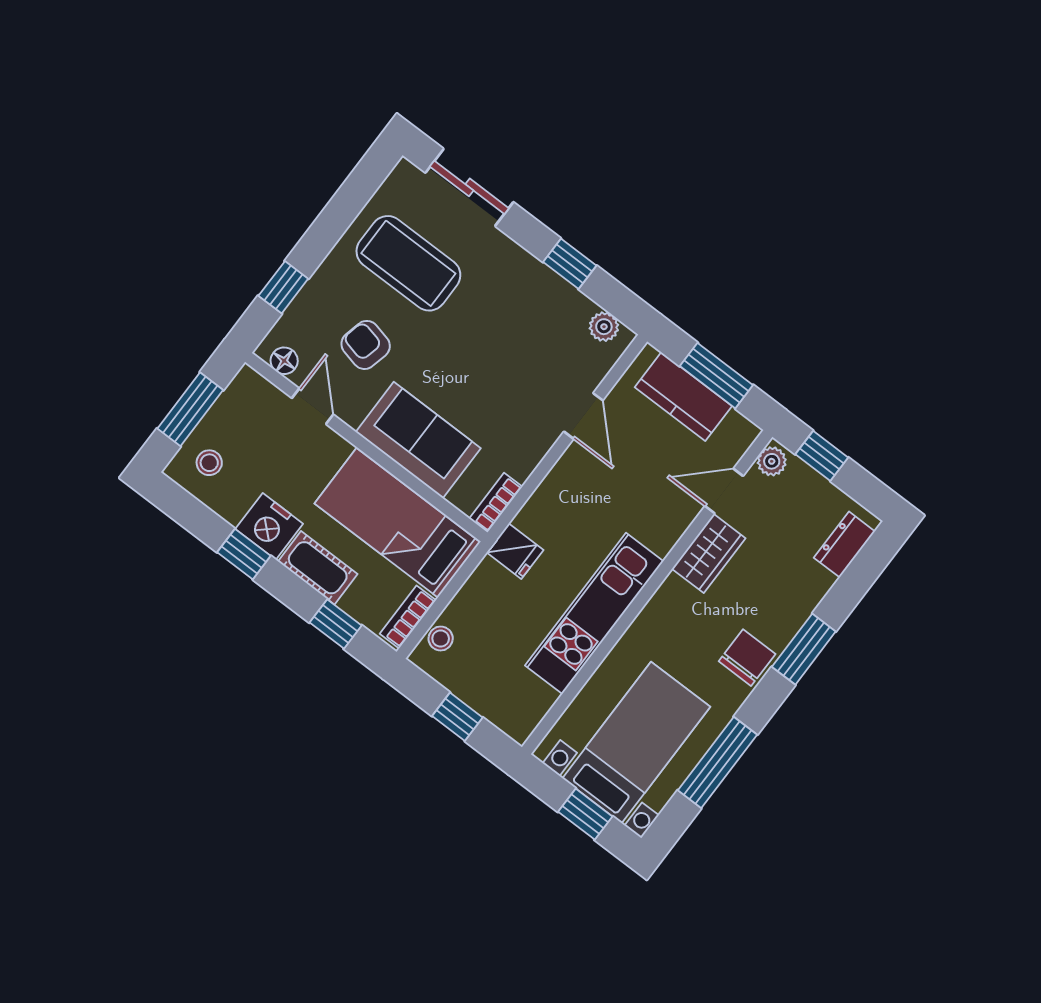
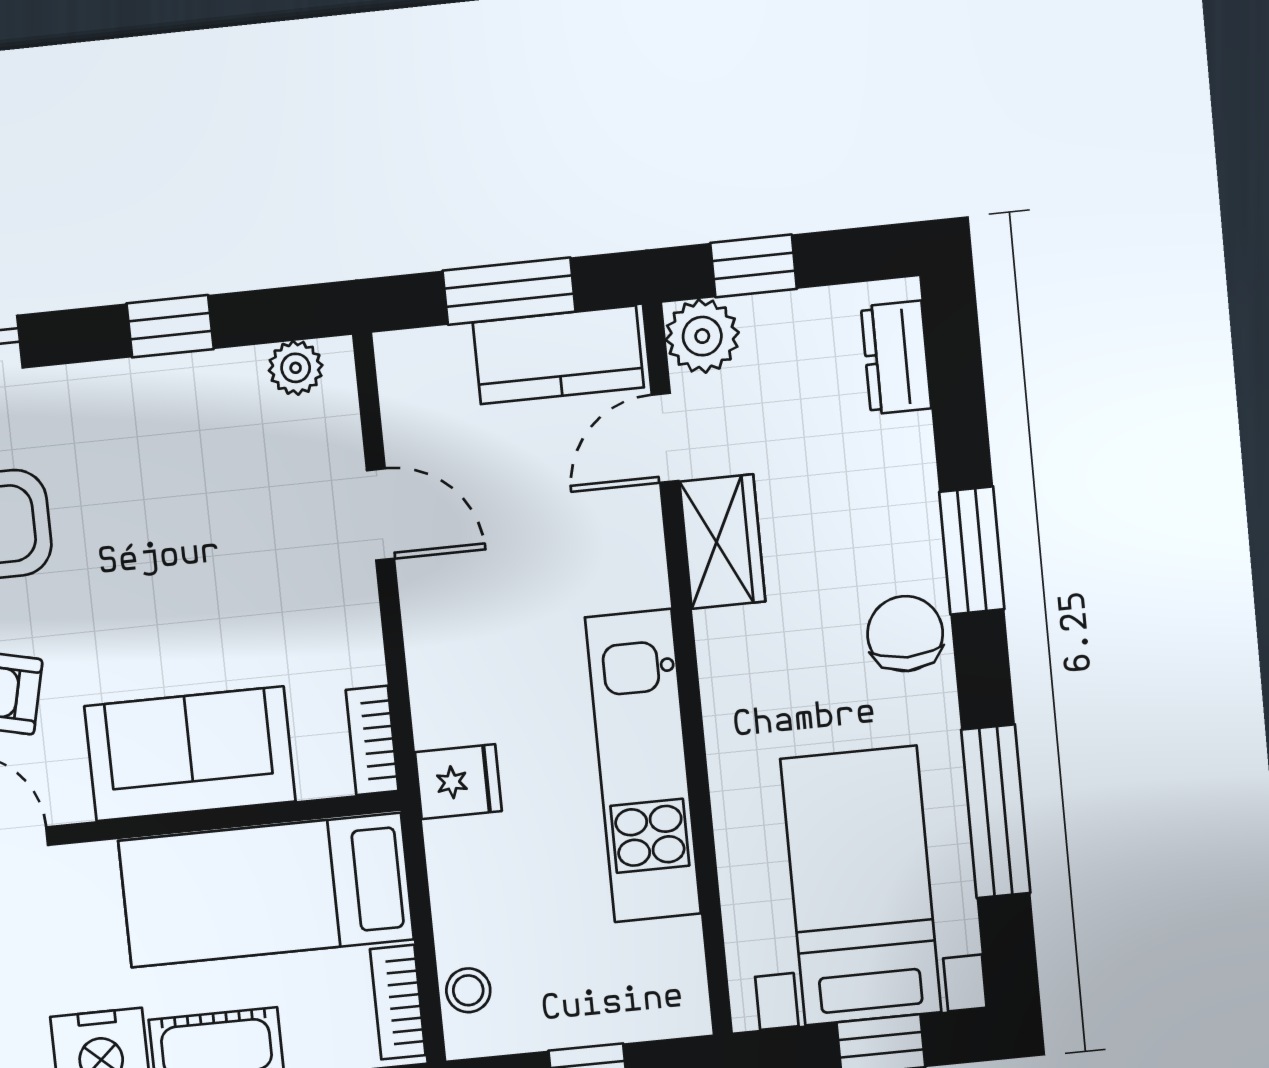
kitchen counter: (683, 397) -> (558, 355), moved
plant: (772, 461) -> (702, 336), width x1.38, depth x1.38

